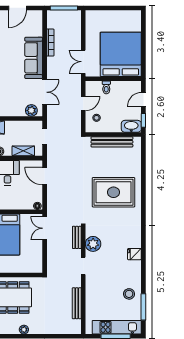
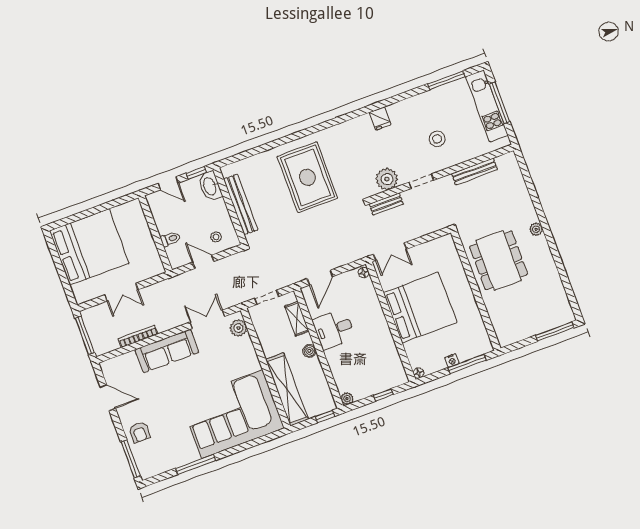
bed: (121, 54) -> (89, 247), moved, turned 180
double door: (83, 62) -> (121, 292), moved
stool: (129, 294) -> (437, 139), moved

